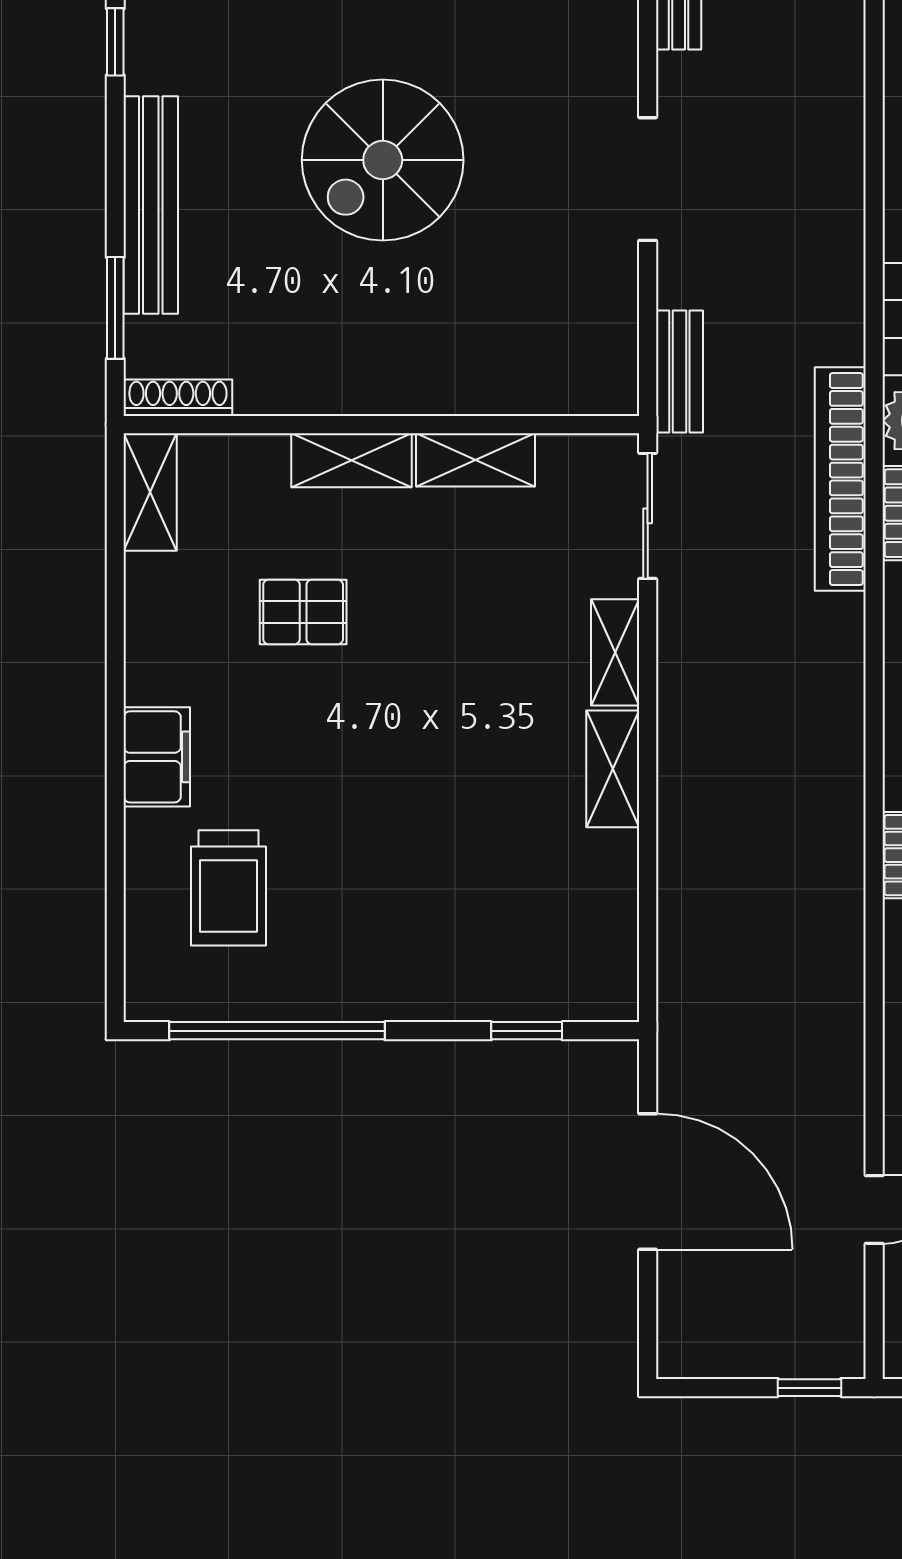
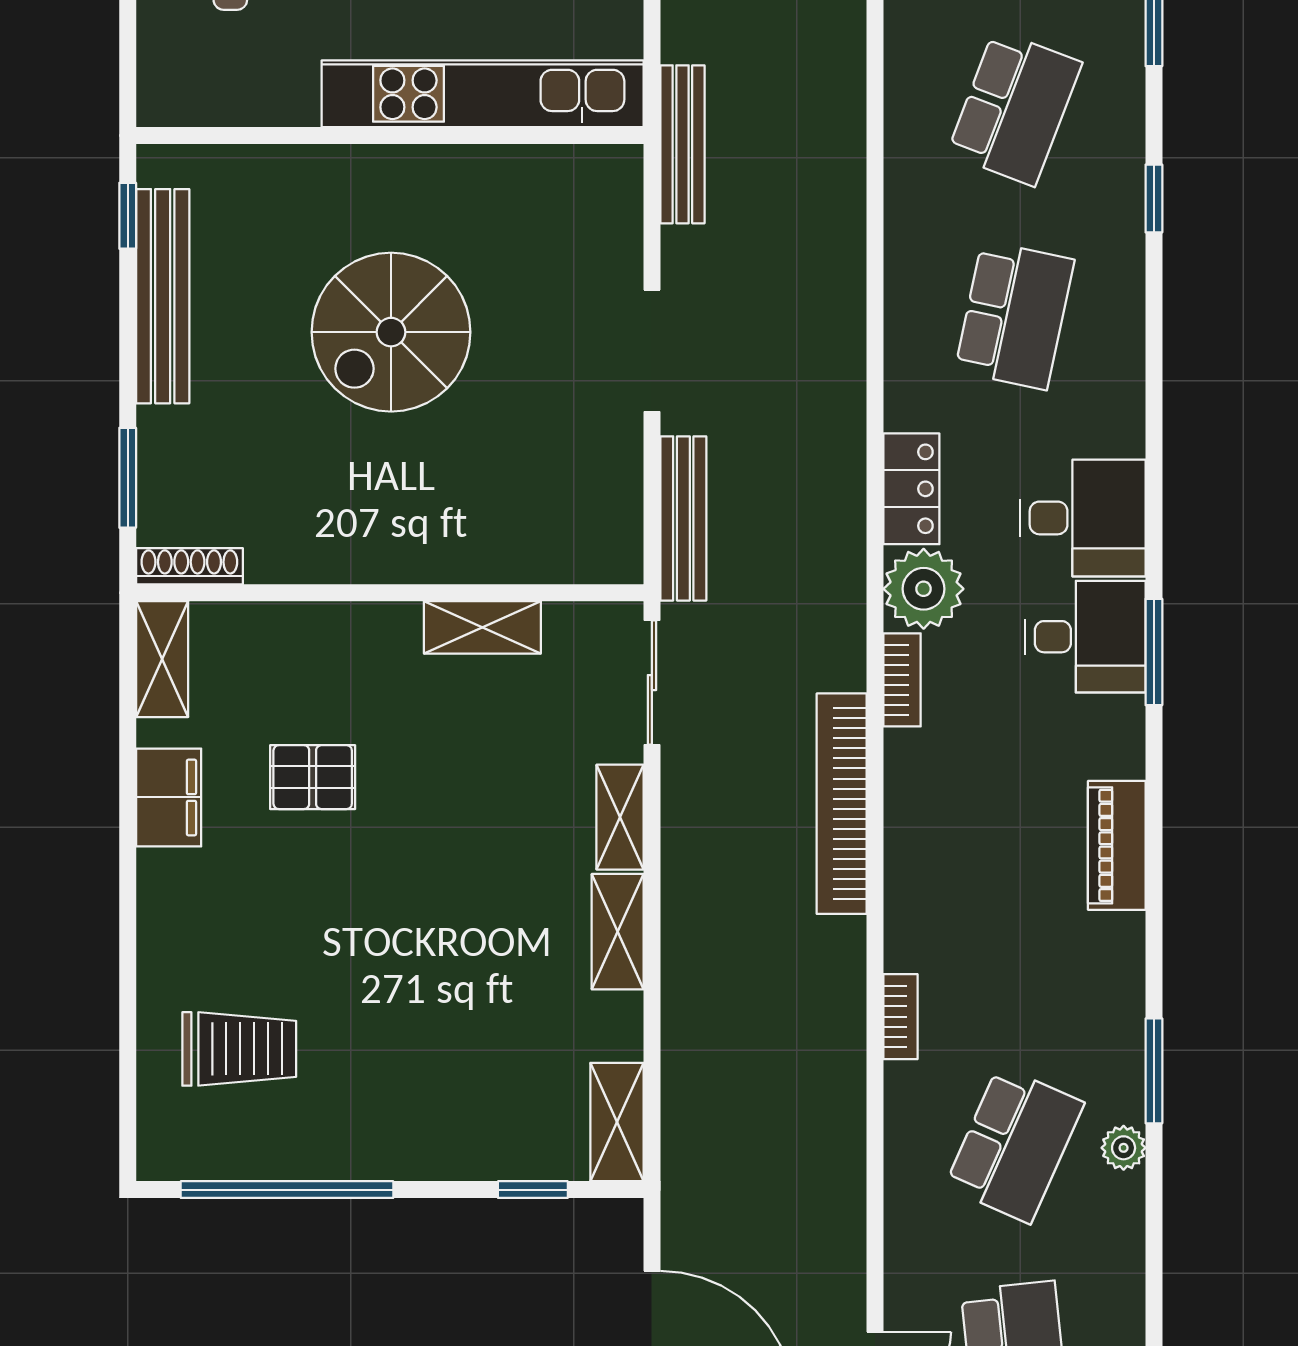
bench: (151, 205) -> (163, 296), moved
bench: (679, 372) -> (683, 518), width x1.36
shelving: (351, 460) -> (617, 1122), moved, turned 90
bookcase: (840, 479) -> (842, 804), moved
filing cabinet: (157, 757) -> (169, 797), moved
trolley: (229, 888) -> (239, 1049), turned -90

